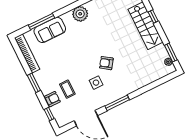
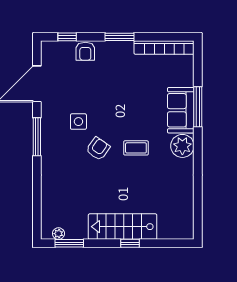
window: (42, 22) -> (198, 107), moved
sofa: (50, 30) -> (181, 110), moved
coffee table: (67, 89) -> (136, 148), moved

